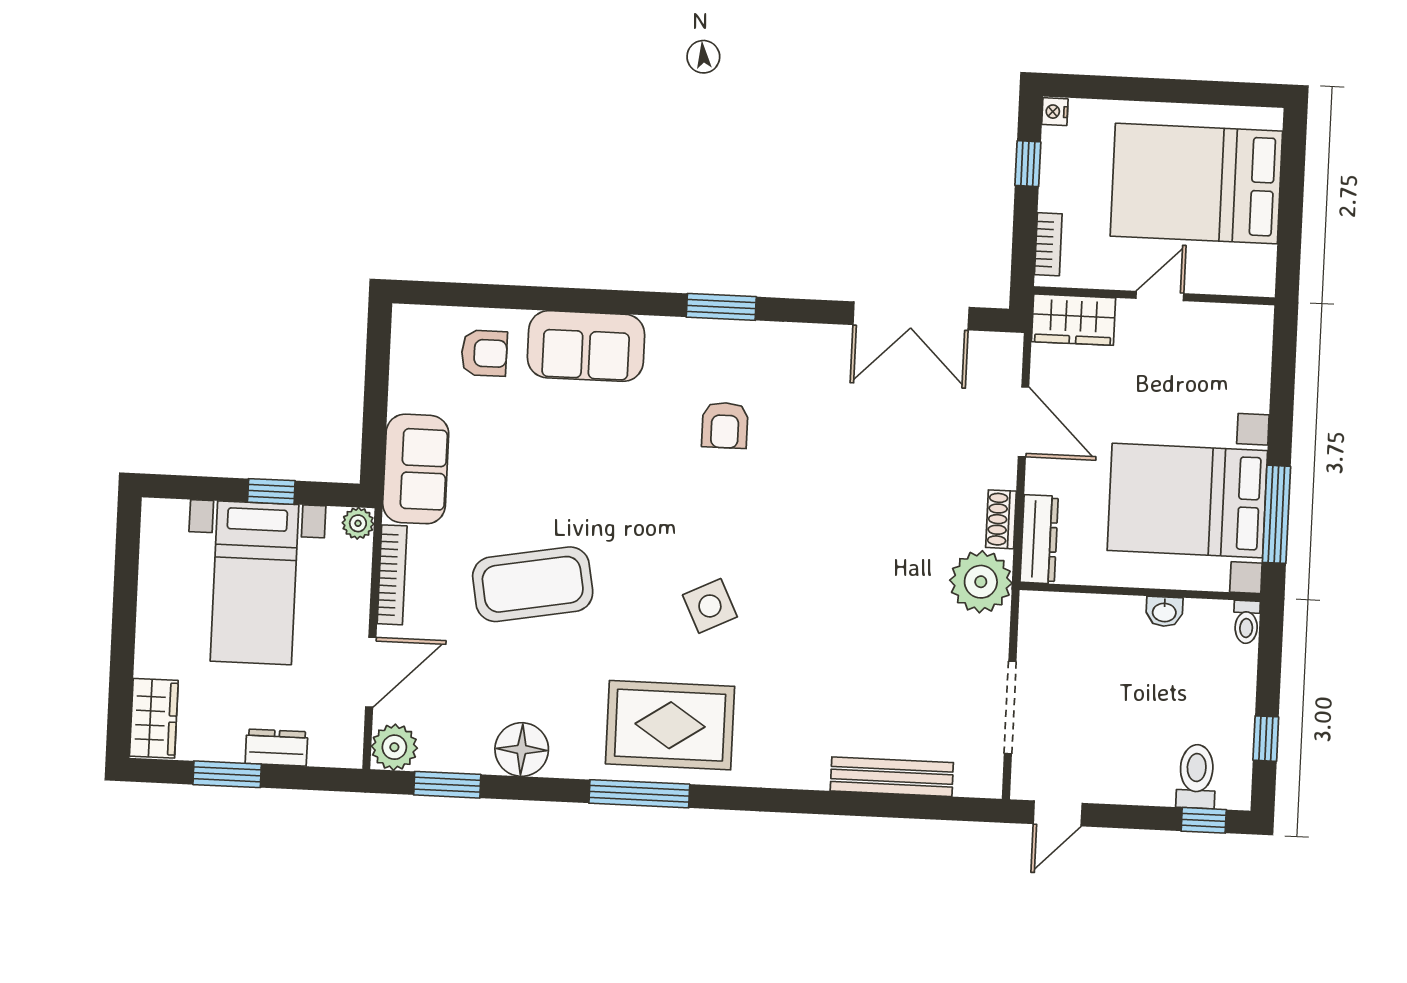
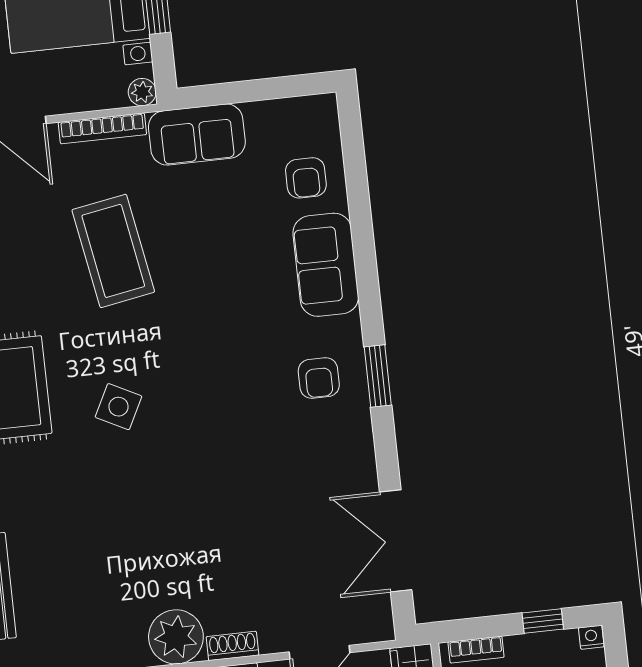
armchair: (725, 425) -> (319, 378), moved, turned -90
side table: (710, 606) -> (118, 407), turned -37

